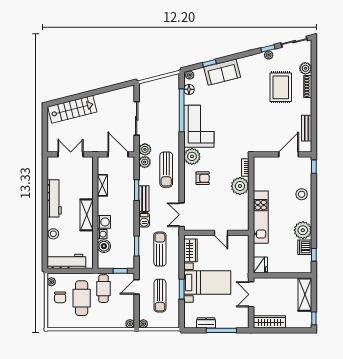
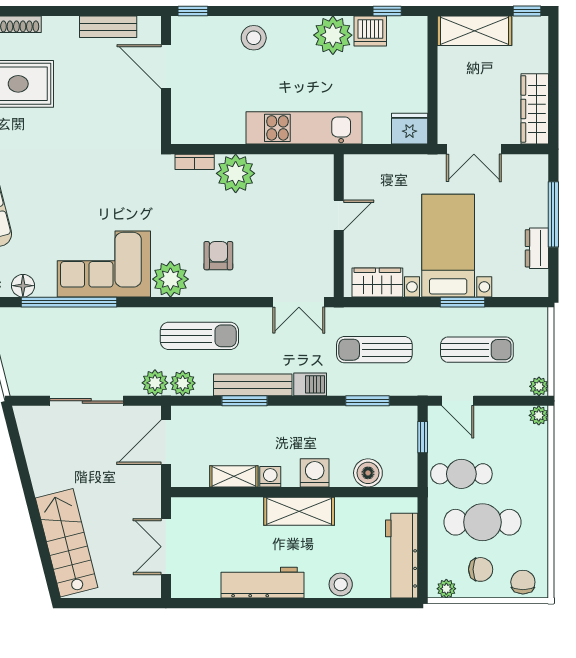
bench: (144, 199) -> (253, 385), width x1.36
washing machine: (102, 234) -> (270, 477), moved
chair: (54, 317) -> (523, 582), added

